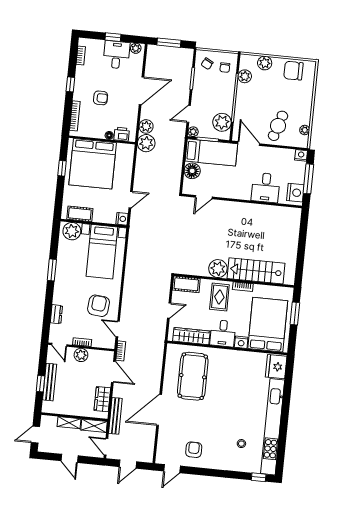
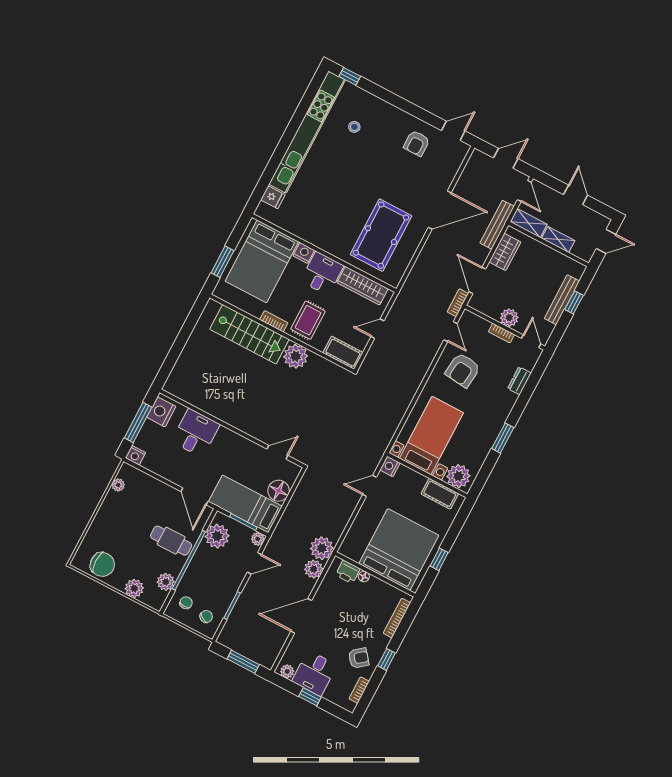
armchair: (101, 98) -> (359, 658), moved, turned 141
cafe table: (278, 126) -> (171, 541), moved, turned 72
fridge: (276, 367) -> (273, 197), width x0.53, depth x0.75

